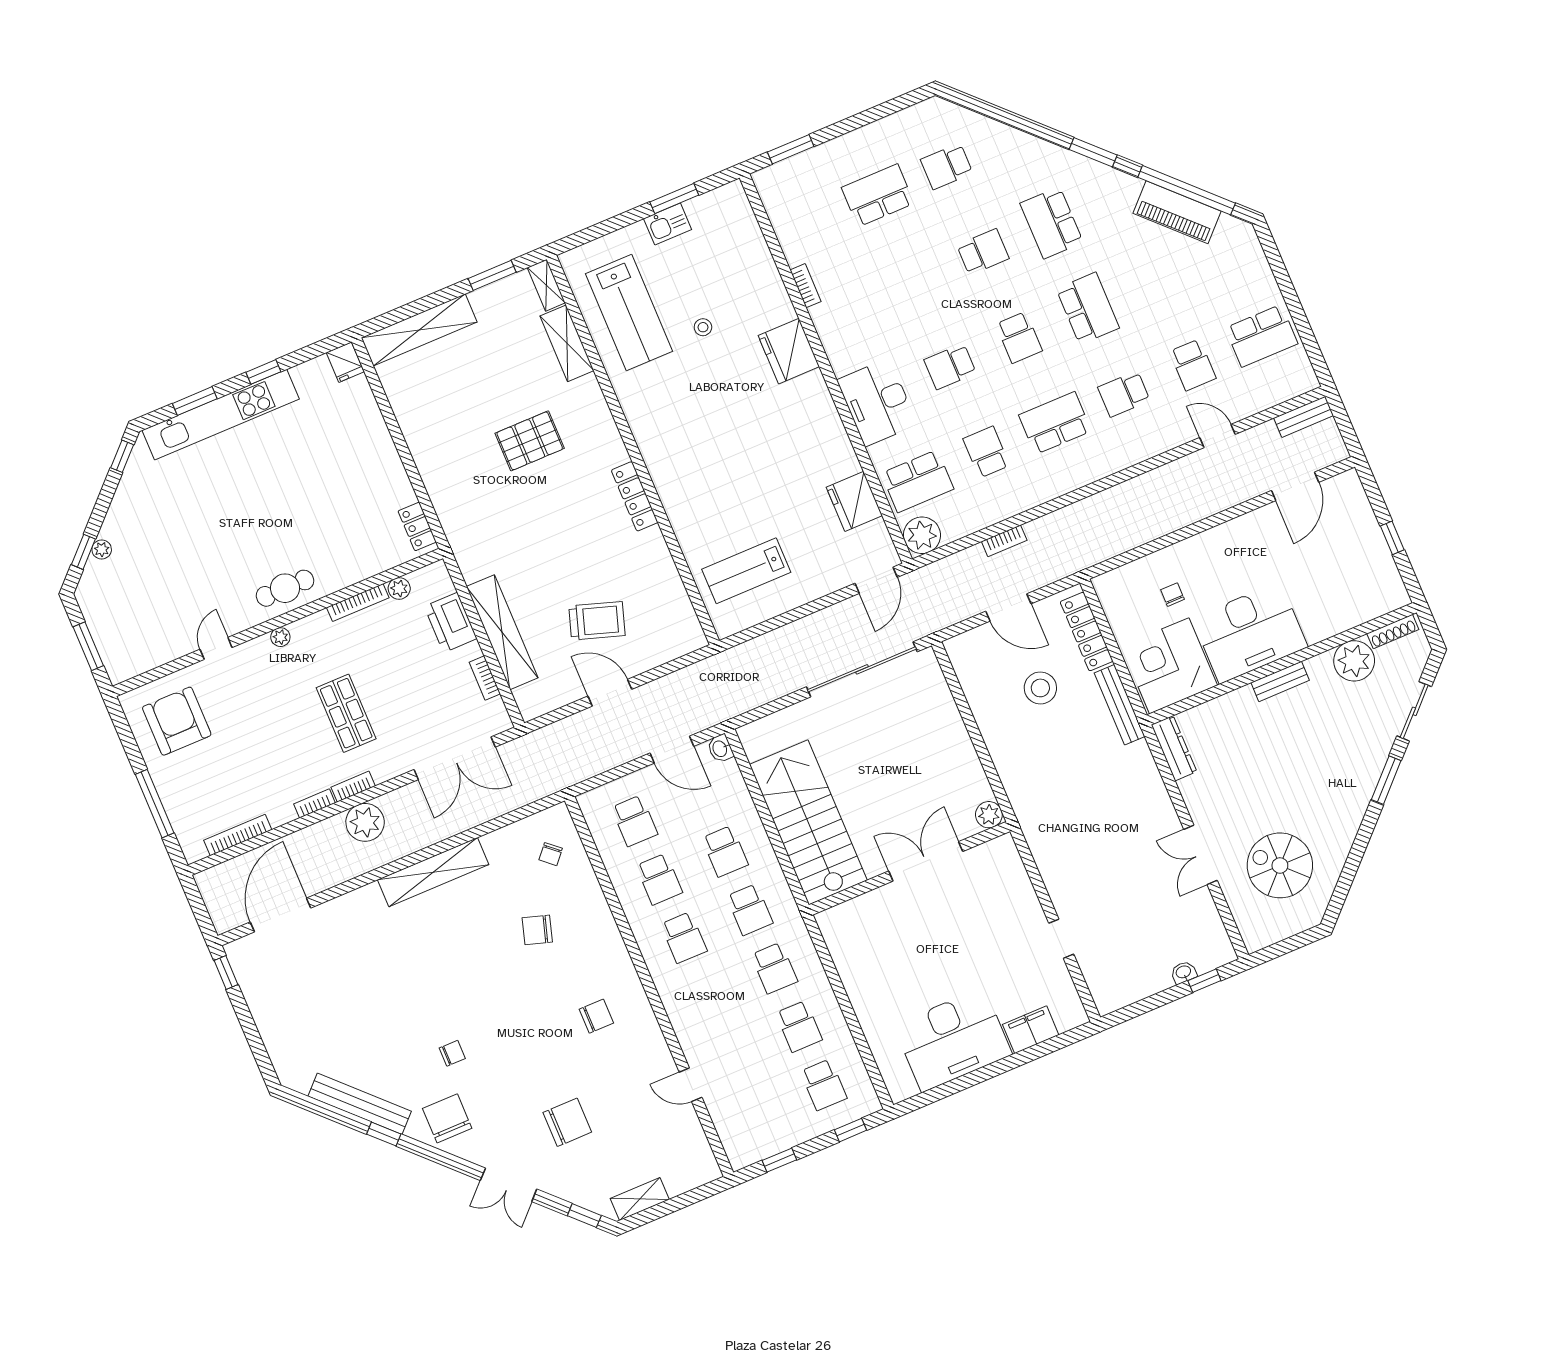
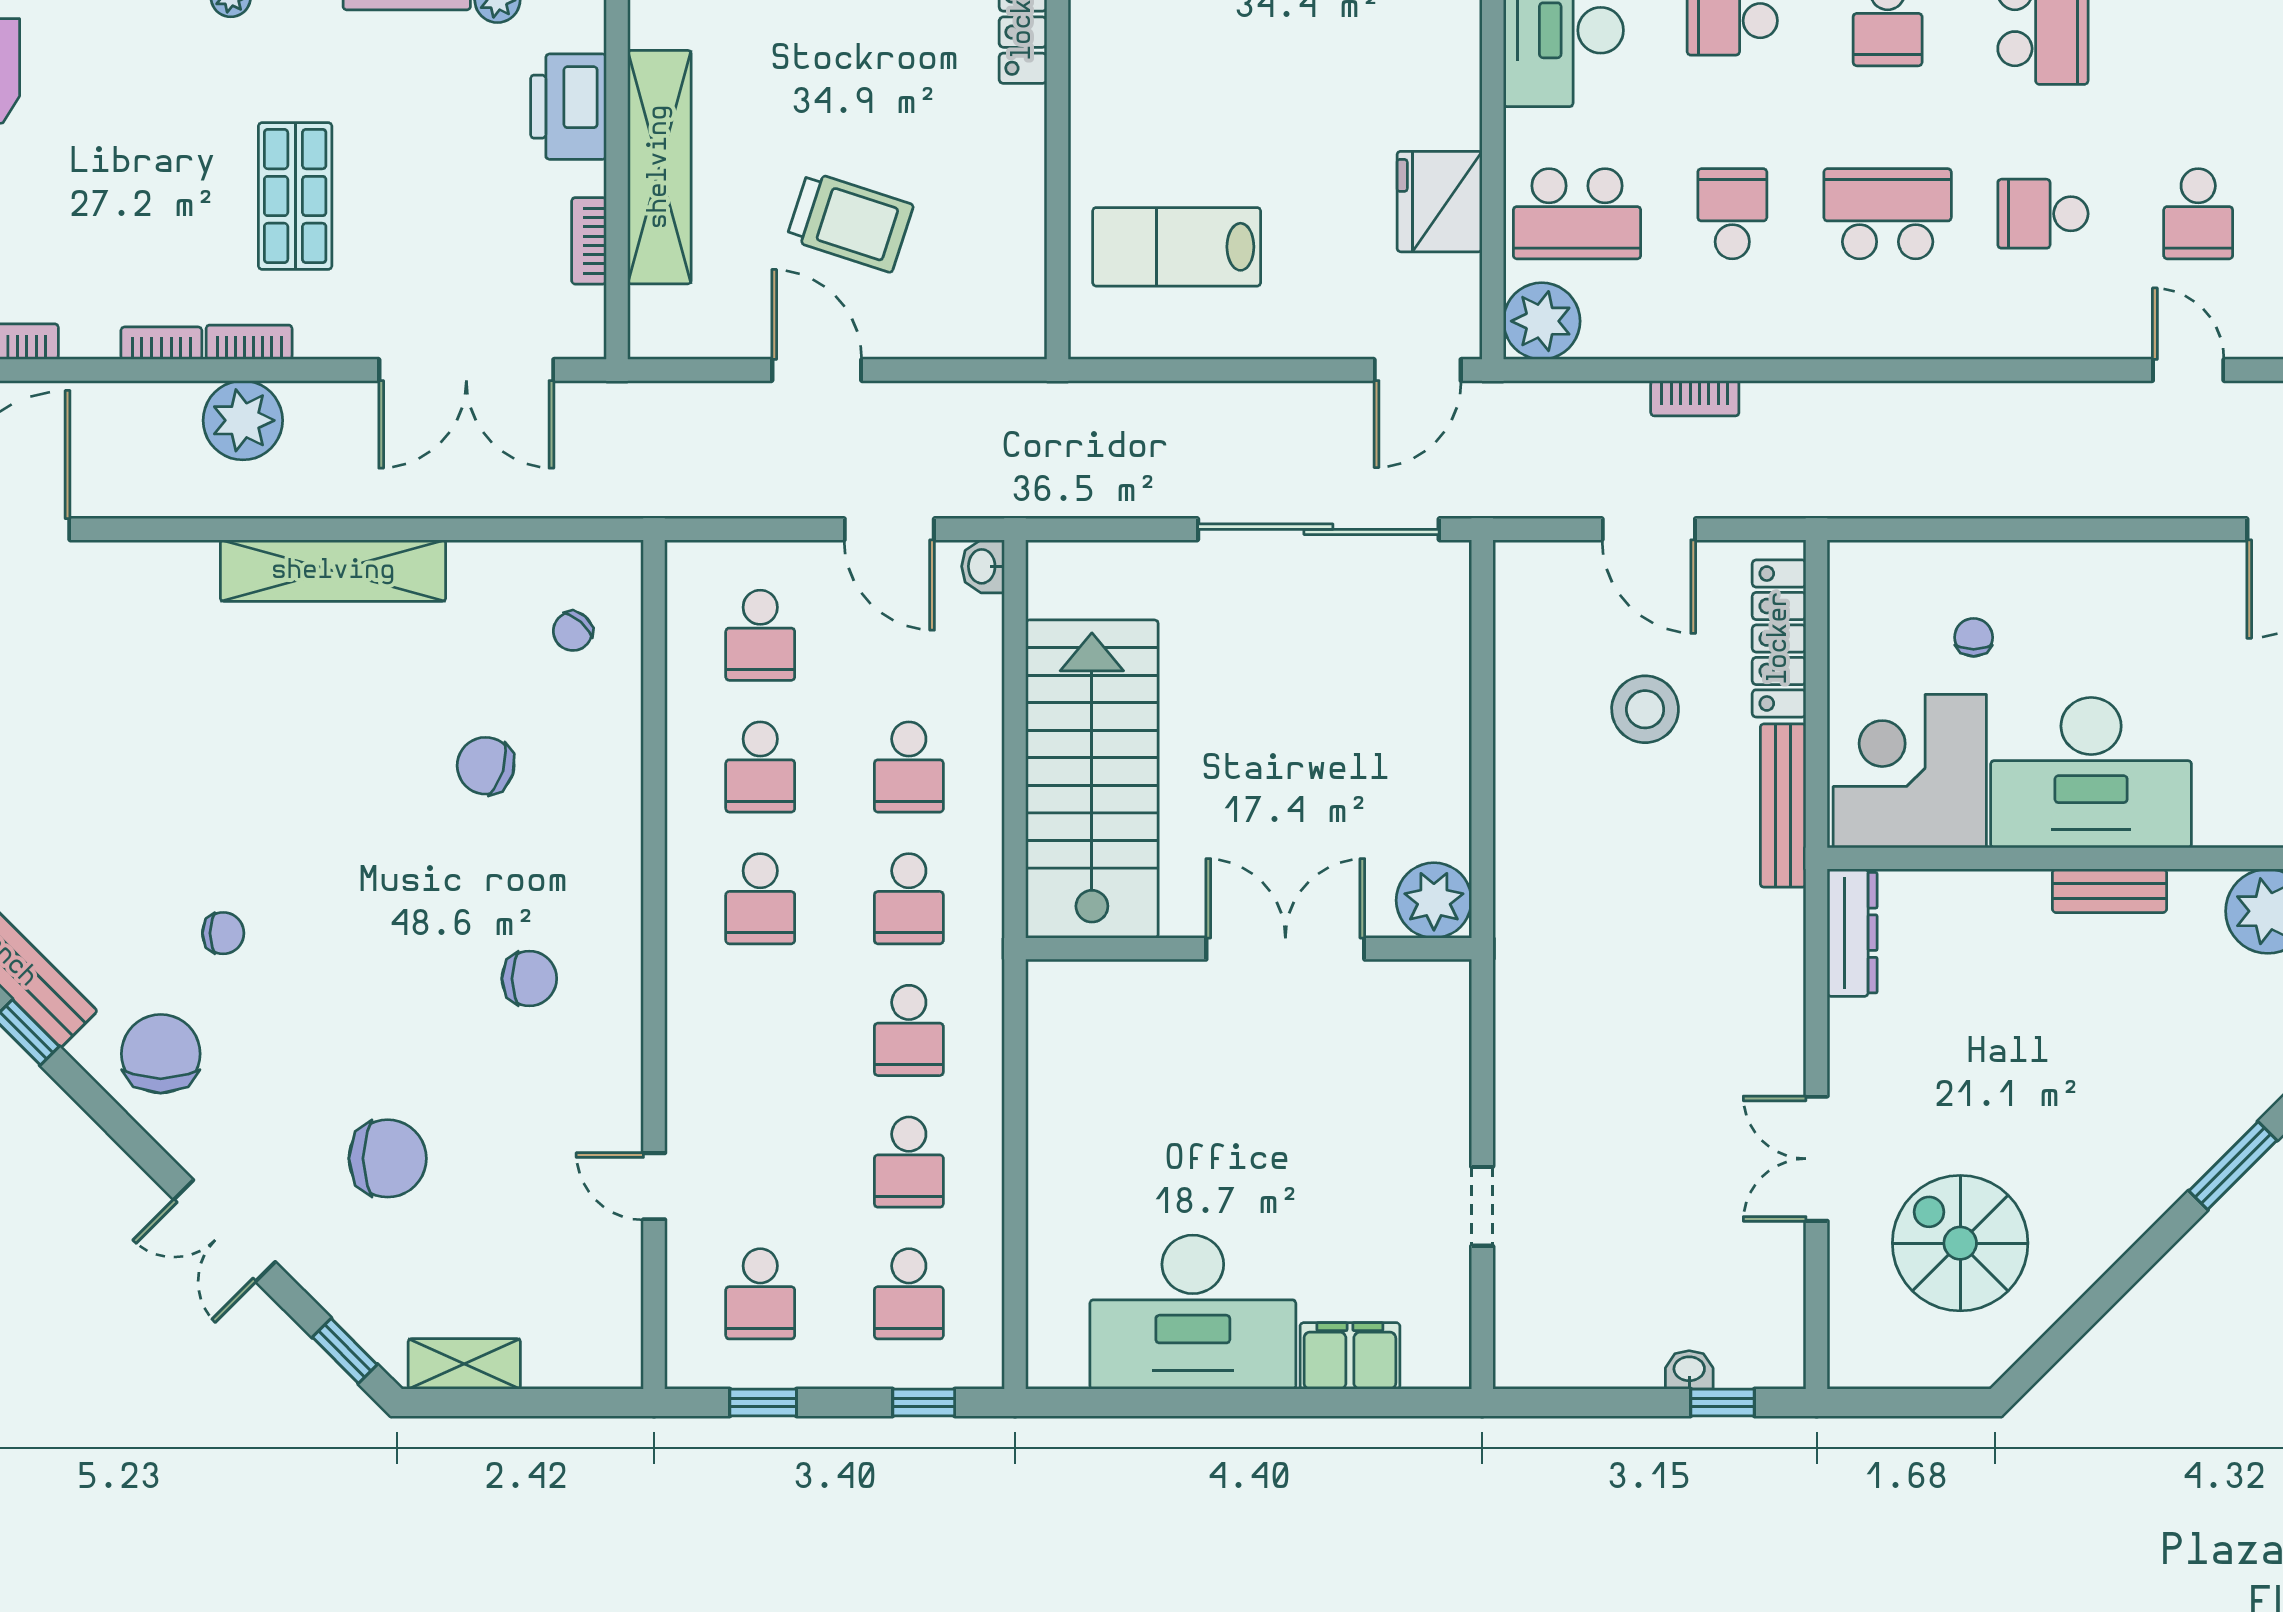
plant: (989, 815) -> (1434, 900), width x1.36, depth x1.36
school desk: (758, 1113) -> (760, 1294), added

